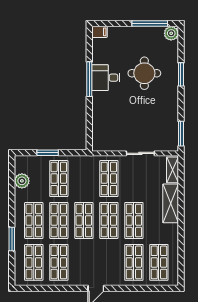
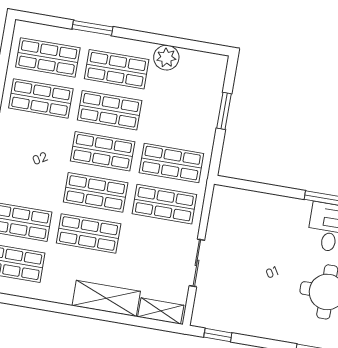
window: (181, 134) -> (218, 335), width x0.67
shop shelf: (59, 179) -> (171, 163), moved
plant: (22, 181) -> (166, 58), moved

